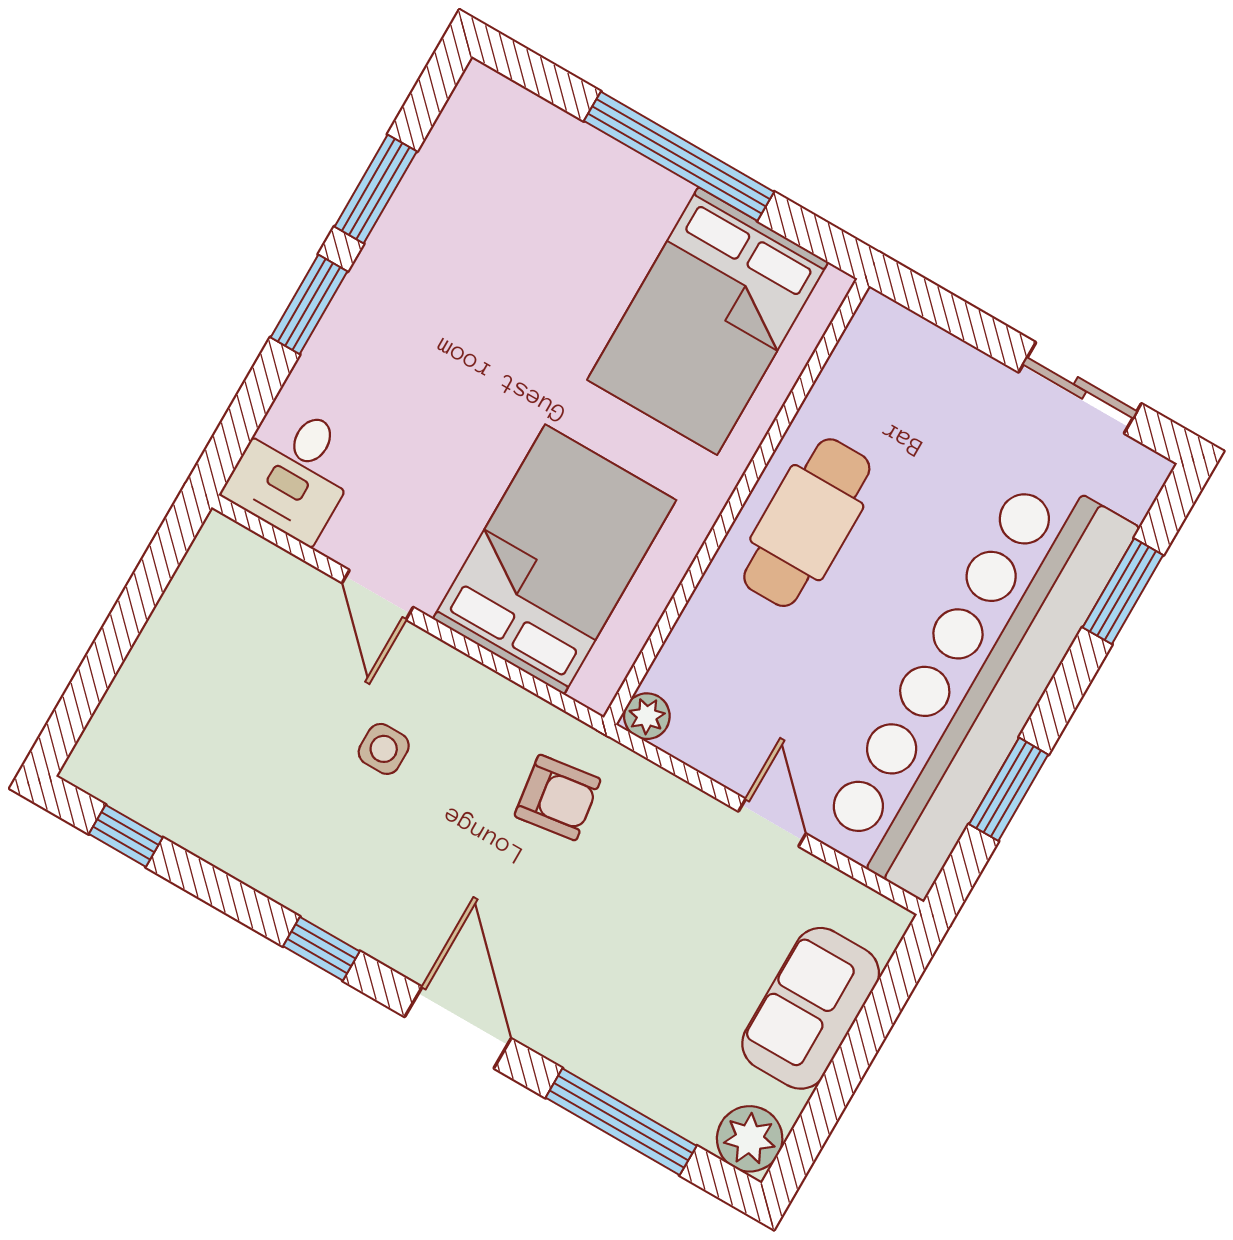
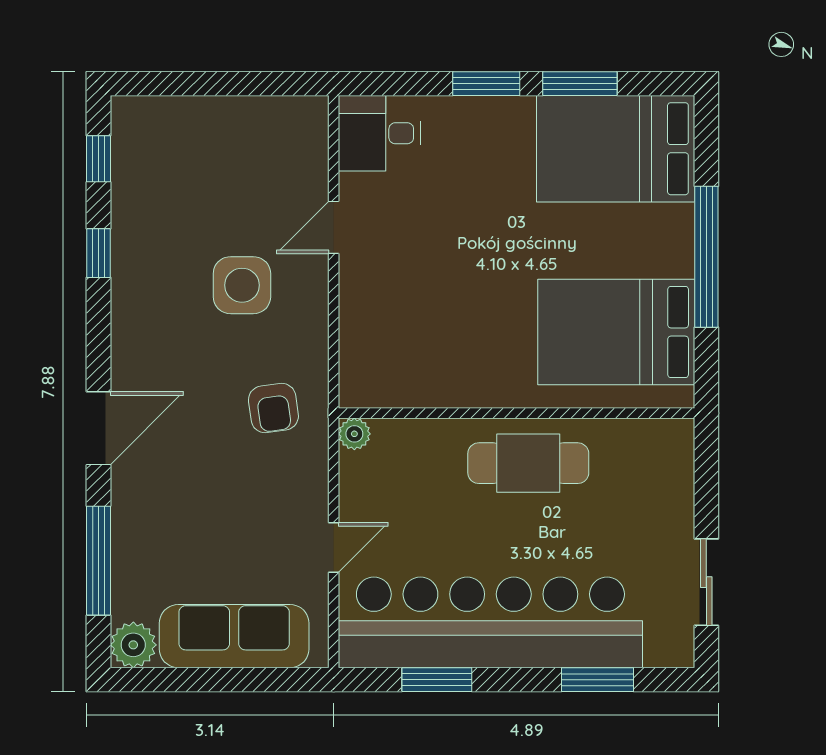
bed: (555, 559) -> (616, 149), moved, turned 180
side table: (384, 749) -> (242, 285), width x1.87, depth x1.87
window: (321, 949) -> (98, 253), moved
sofa: (811, 1008) -> (234, 636), width x1.36

